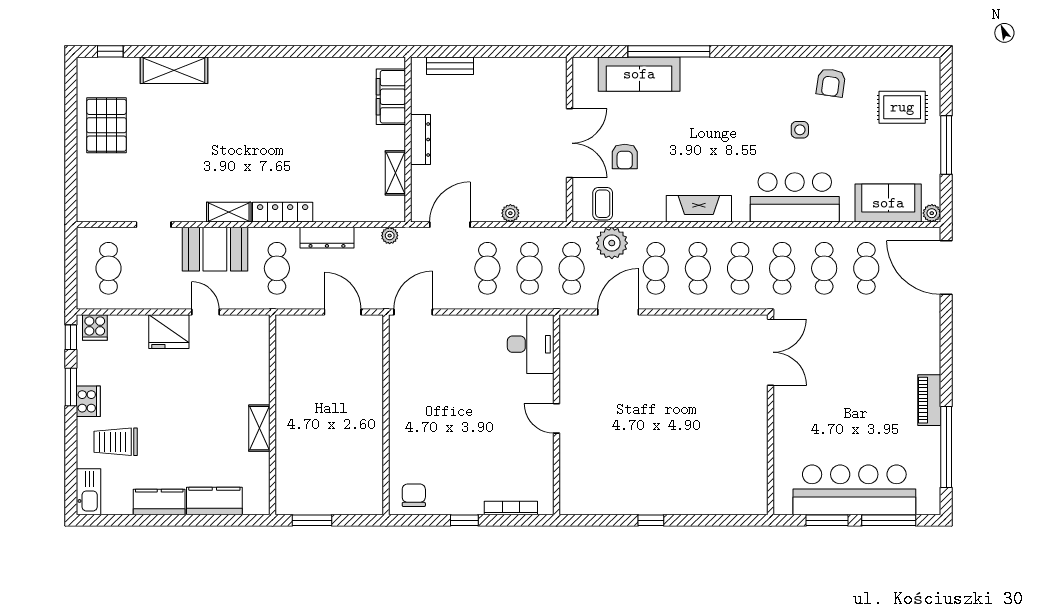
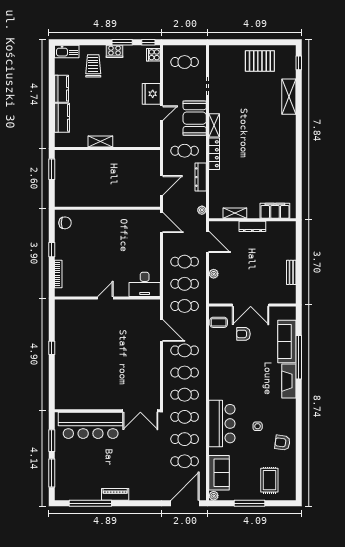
bench: (450, 66) -> (291, 272), moved
fireplace: (699, 209) -> (289, 381), moved, turned 180
plant: (612, 243) -> (198, 327), removed
bar counter: (854, 490) -> (91, 425), moved, turned 90

